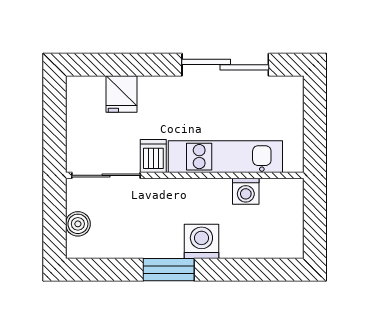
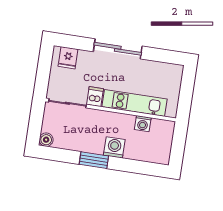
sliding door: (225, 65) -> (118, 49), moved
fridge: (121, 94) -> (68, 58), moved
boiler: (78, 224) -> (46, 140), moved

